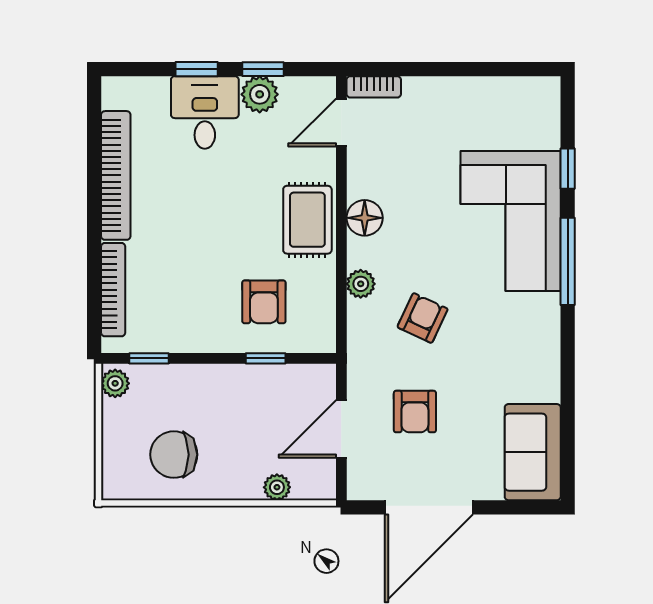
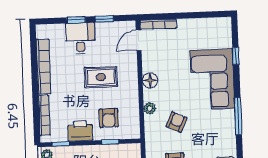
bookcase: (374, 87) -> (158, 24), width x1.56
plant: (260, 94) -> (103, 30), removed
rug: (307, 220) -> (101, 77), moved, turned 90
window: (568, 261) -> (238, 116), moved
printer: (196, 330) -> (80, 131), added

